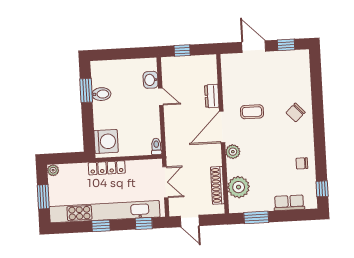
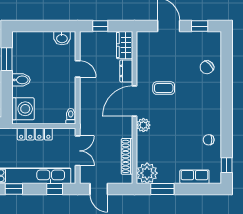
wardrobe: (209, 69) -> (125, 45), added
washbasin: (151, 80) -> (62, 38), moved, turned -90
bidet: (101, 94) -> (21, 80), moved
chair: (296, 112) -> (207, 67), moved
locker: (107, 168) -> (35, 134), moved
plant: (239, 187) -> (147, 173), moved

